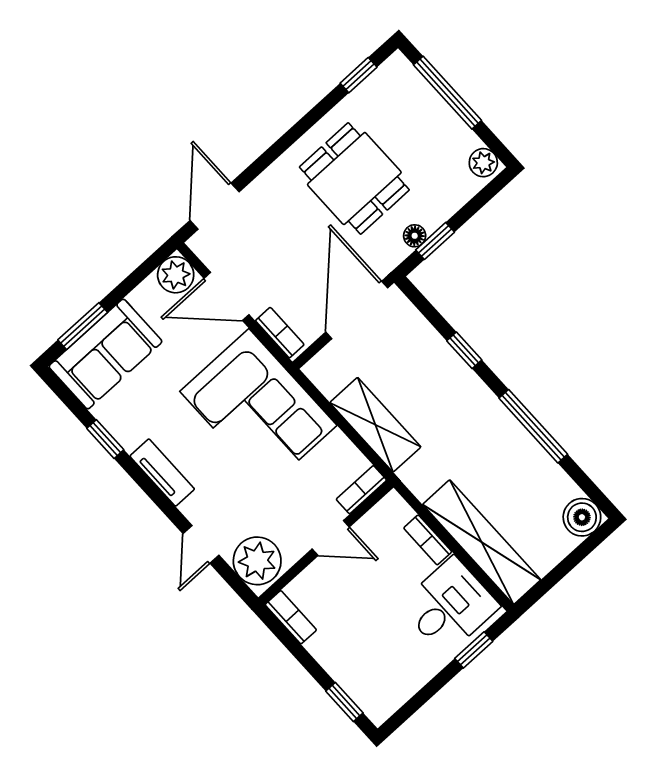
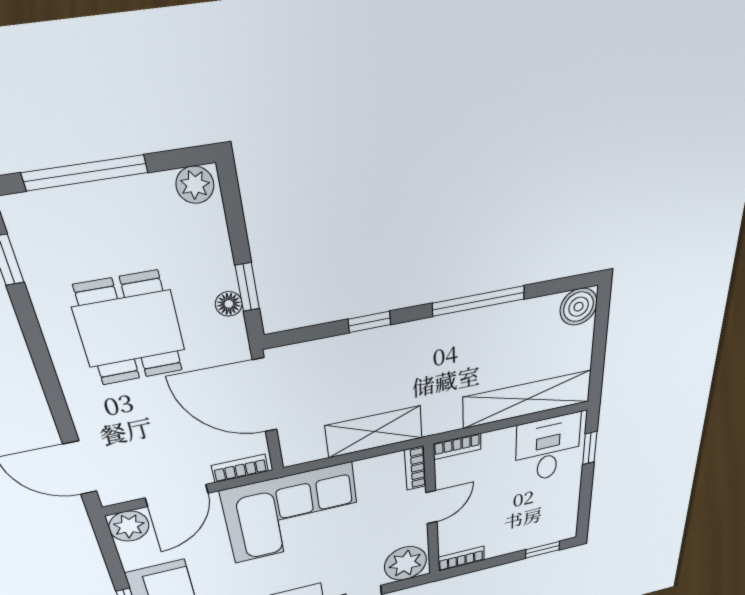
dining table: (354, 178) -> (130, 329), turned 90
bookcase: (428, 540) -> (457, 446), moved

